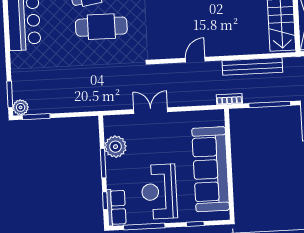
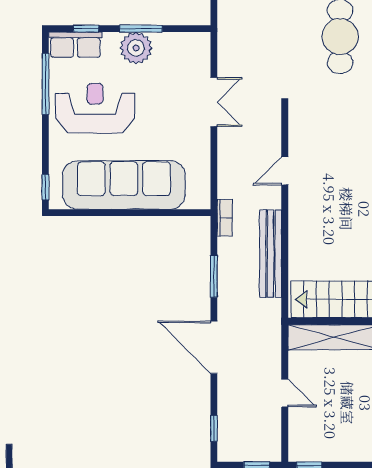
door: (195, 60) -> (285, 171), swing flipped
window: (270, 104) -> (214, 276), width x0.69
plant: (115, 147) -> (136, 48), moved
window: (195, 224) -> (45, 187), moved

